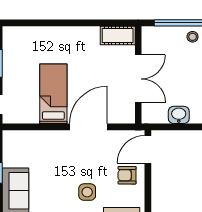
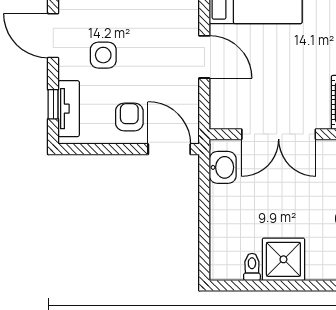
washbasin: (179, 115) -> (223, 167), moved
door: (88, 127) -> (204, 57), width x0.73

